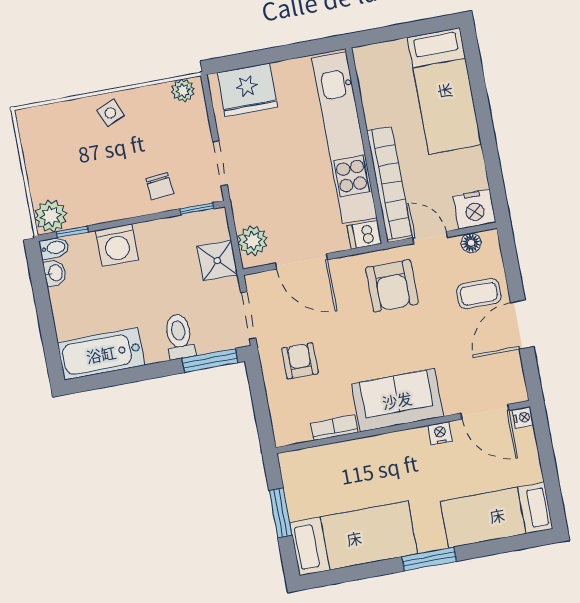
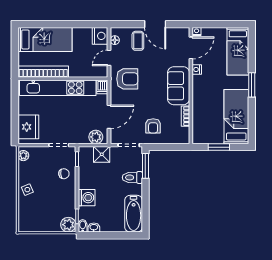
bookcase: (389, 183) -> (43, 72), moved
armchair: (300, 361) -> (153, 126), turned -90

